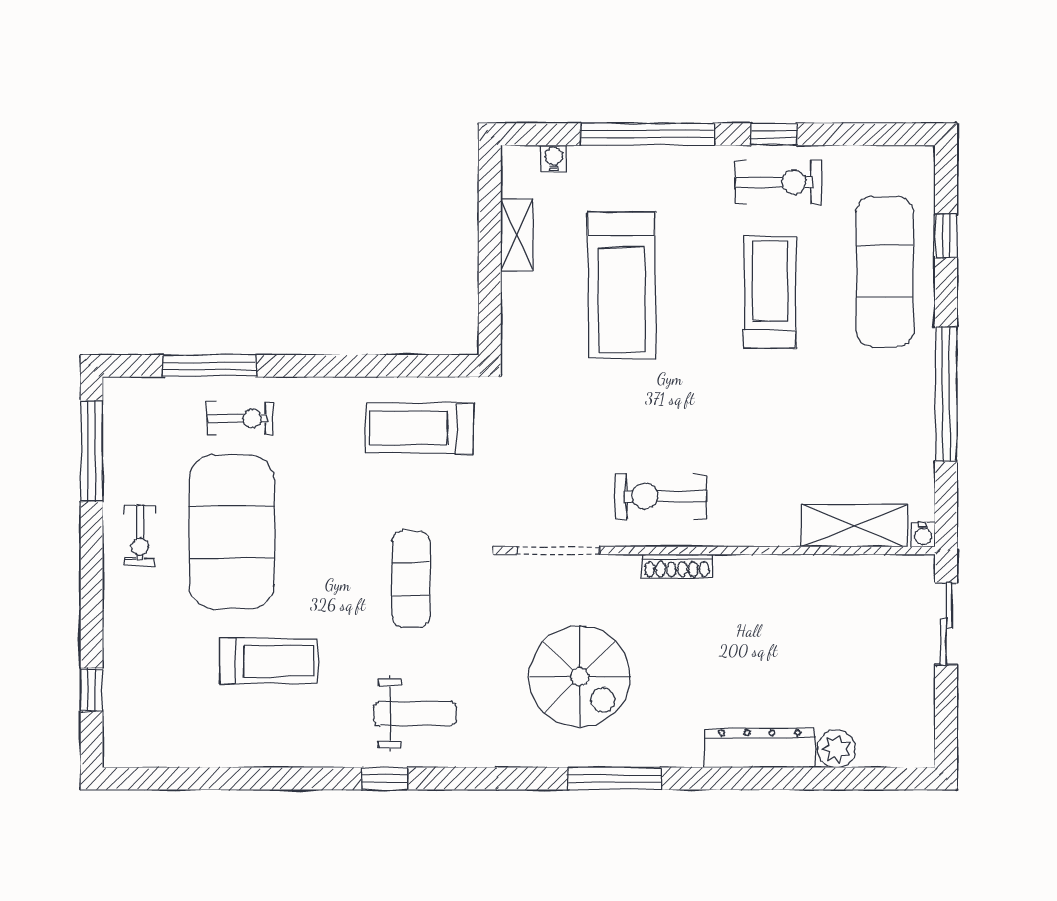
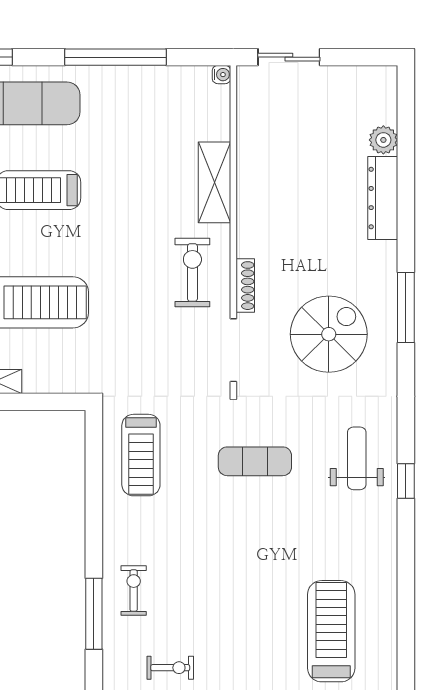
exercise bike: (661, 496) -> (192, 273), turned 180
shelving: (854, 525) -> (215, 182), moved
exercise mat: (232, 532) -> (219, 597), removed
exercise bike: (140, 536) -> (170, 668), moved
shoe rack: (677, 566) -> (245, 286), moved
treadmill: (269, 661) -> (331, 631), moved, width x1.37, depth x1.38

